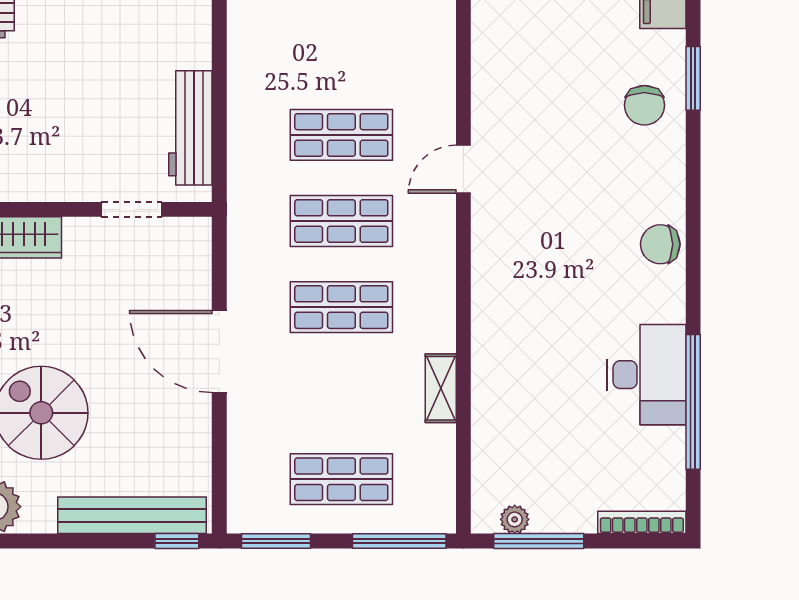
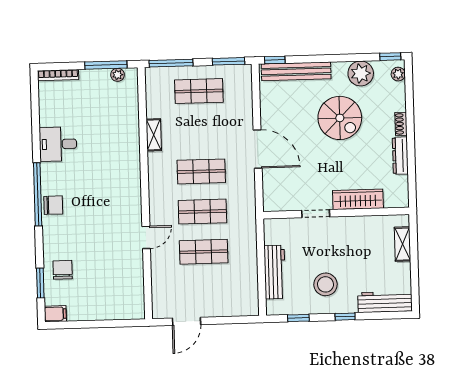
stool: (83, 57) -> (325, 284), added
workbench: (190, 128) -> (275, 272), moved
doorway: (132, 209) -> (316, 214), moved
desk: (646, 375) -> (58, 144), width x0.73
window: (693, 402) -> (38, 194), moved

